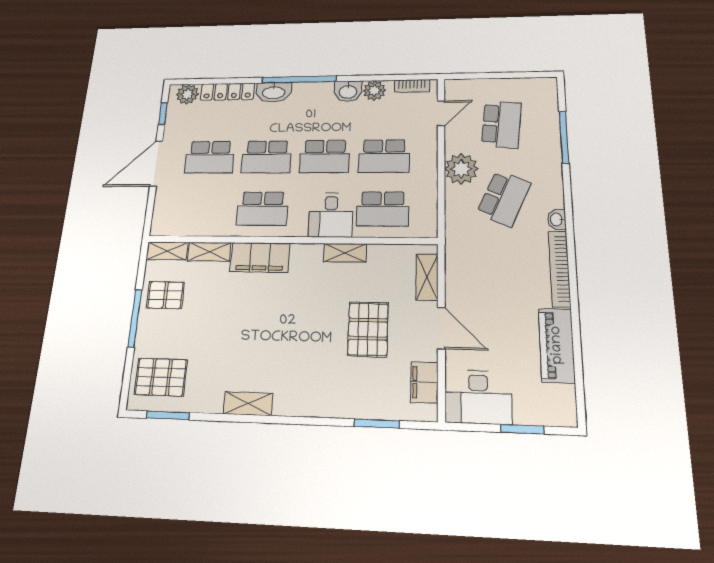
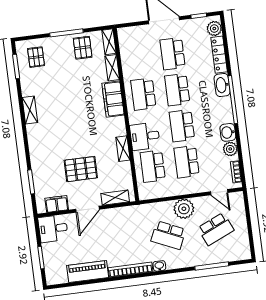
school desk: (501, 124) -> (216, 229), turned -30
pallet: (161, 377) -> (36, 57), width x0.67, depth x0.71
desk: (478, 397) -> (53, 229), width x0.73

